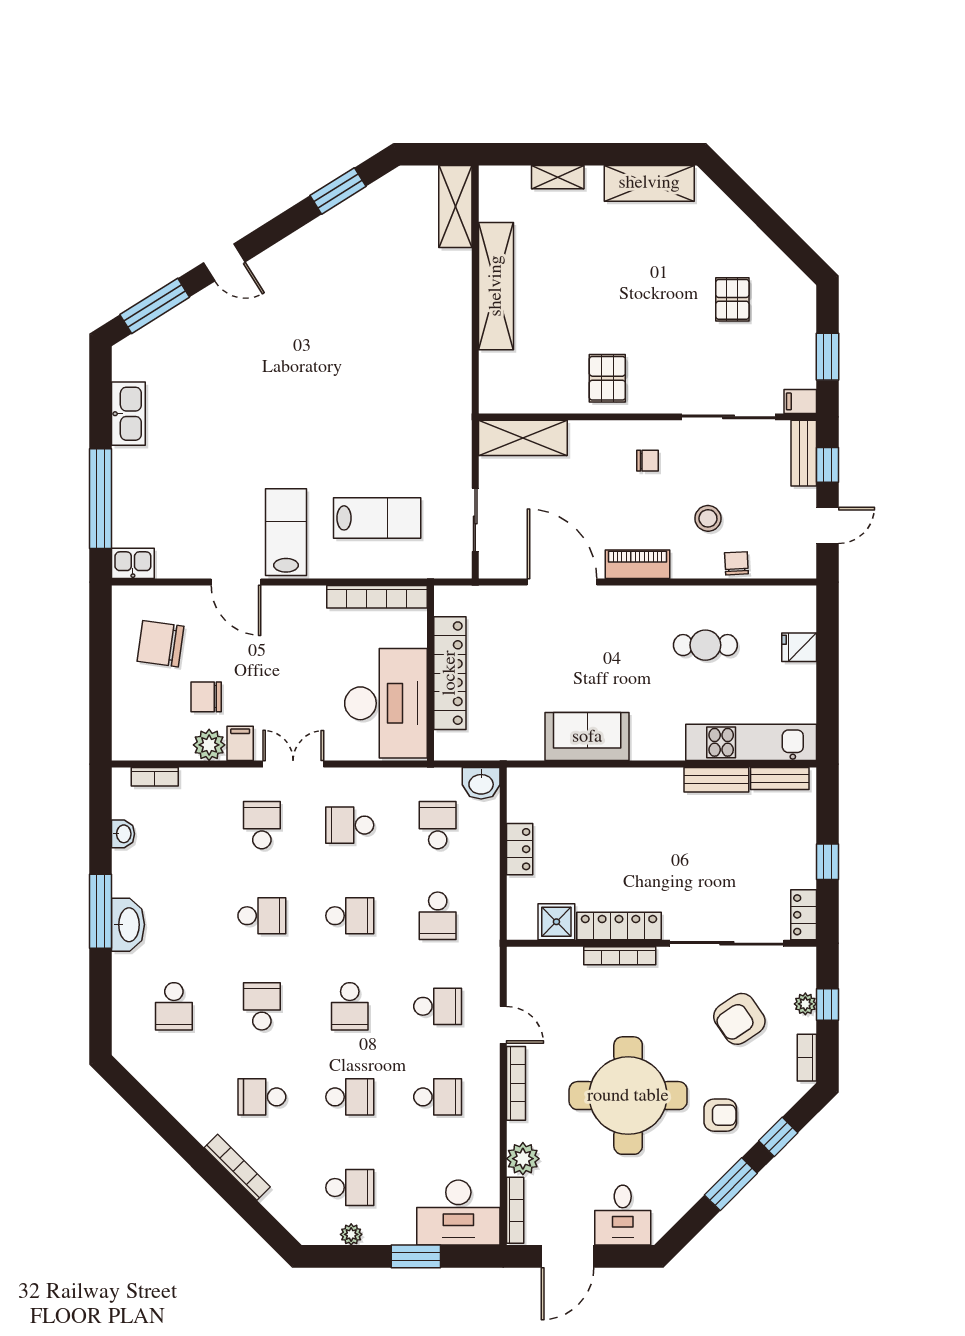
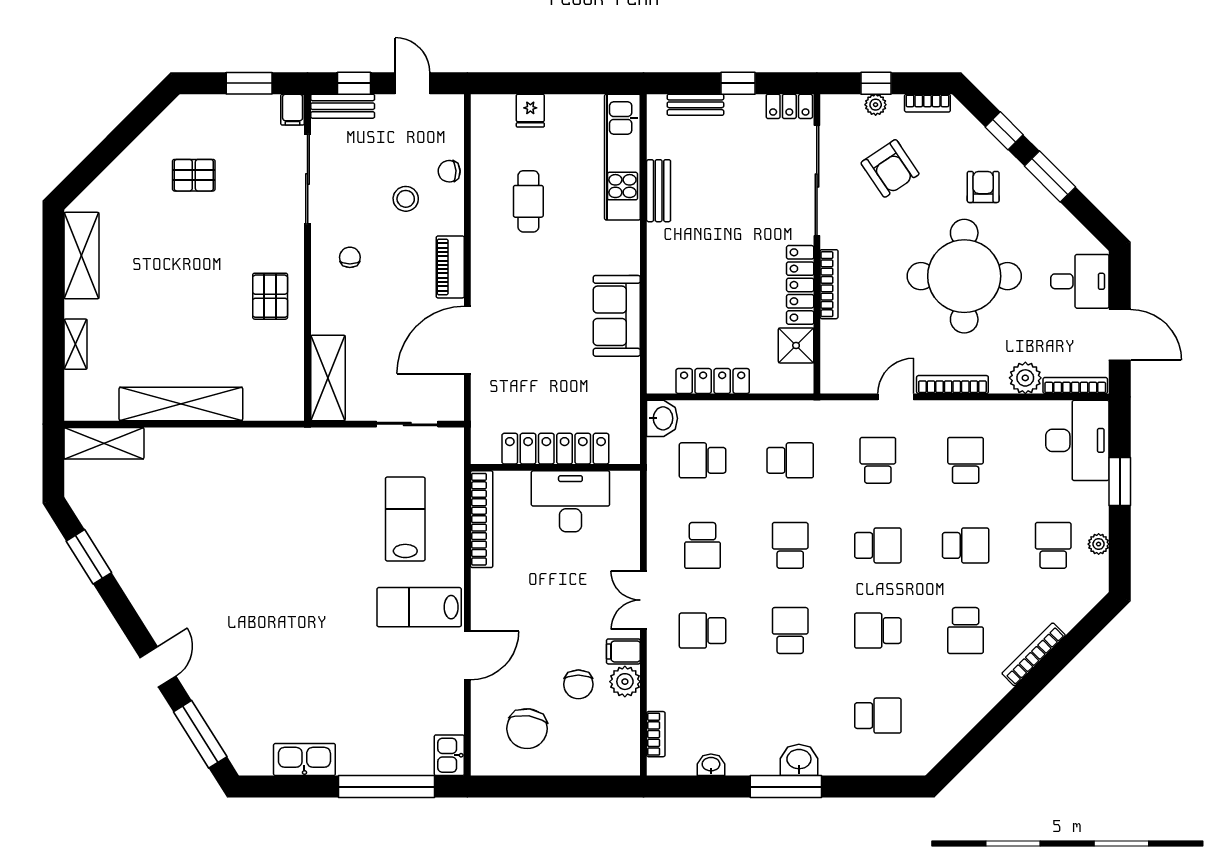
pallet: (607, 378) -> (270, 296), turned 90
desk: (386, 703) -> (570, 501), width x0.73, depth x0.77
bench: (780, 779) -> (695, 105), moved, turned 90
locker: (520, 849) -> (713, 381), width x1.53
washbasin: (128, 925) -> (799, 760), width x0.72
school desk: (350, 1097) -> (966, 545), turned 90

